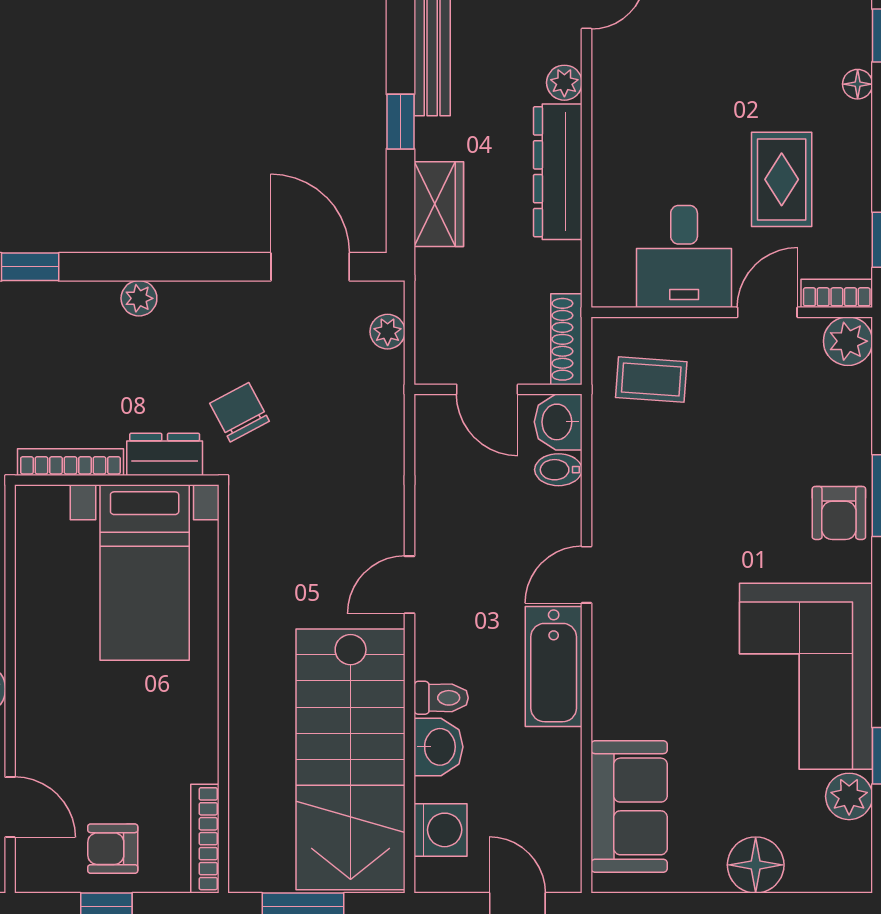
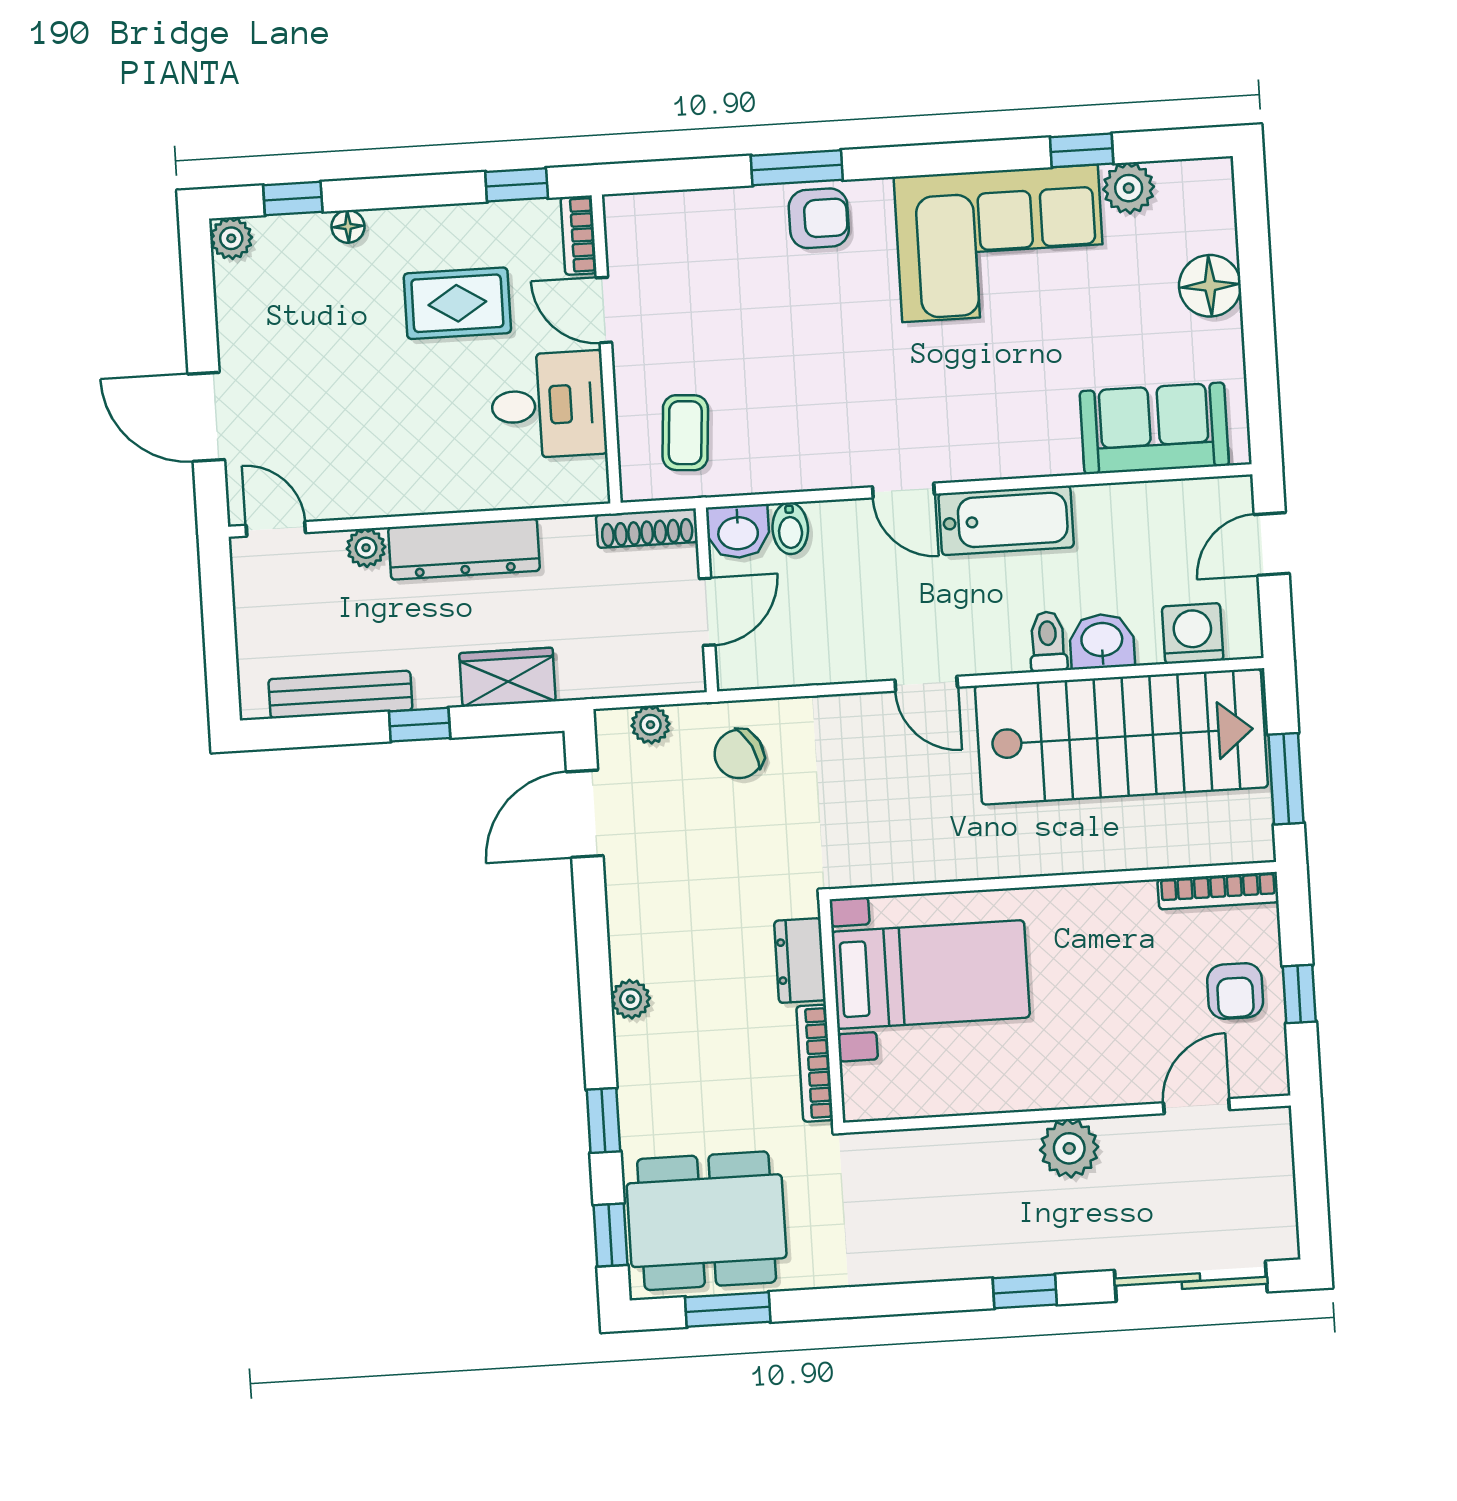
plant: (848, 341) -> (630, 220), removed
chair: (240, 412) -> (739, 754), moved

